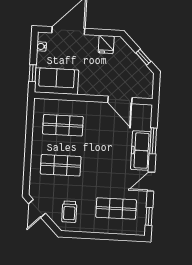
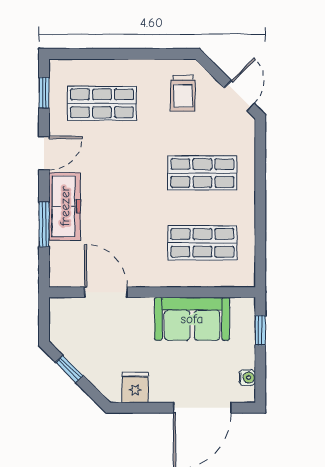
sofa: (56, 81) -> (192, 319), moved
trolley: (69, 212) -> (183, 93), turned 180

